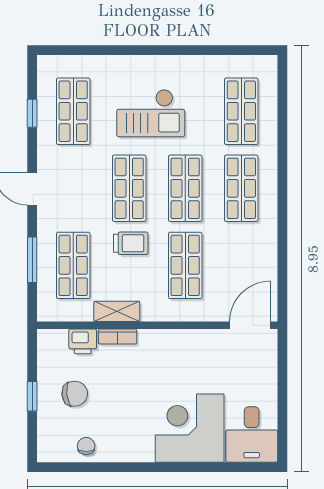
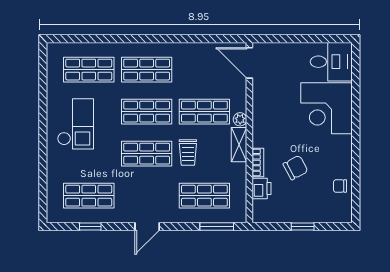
checkout: (151, 113) -> (75, 124), moved
trolley: (131, 243) -> (188, 153), turned 180
window: (32, 260) -> (217, 226), moved
shelving: (117, 311) -> (239, 145), moved
plant: (175, 313) -> (240, 119), added
chair: (75, 394) -> (296, 168), moved, turned 69

